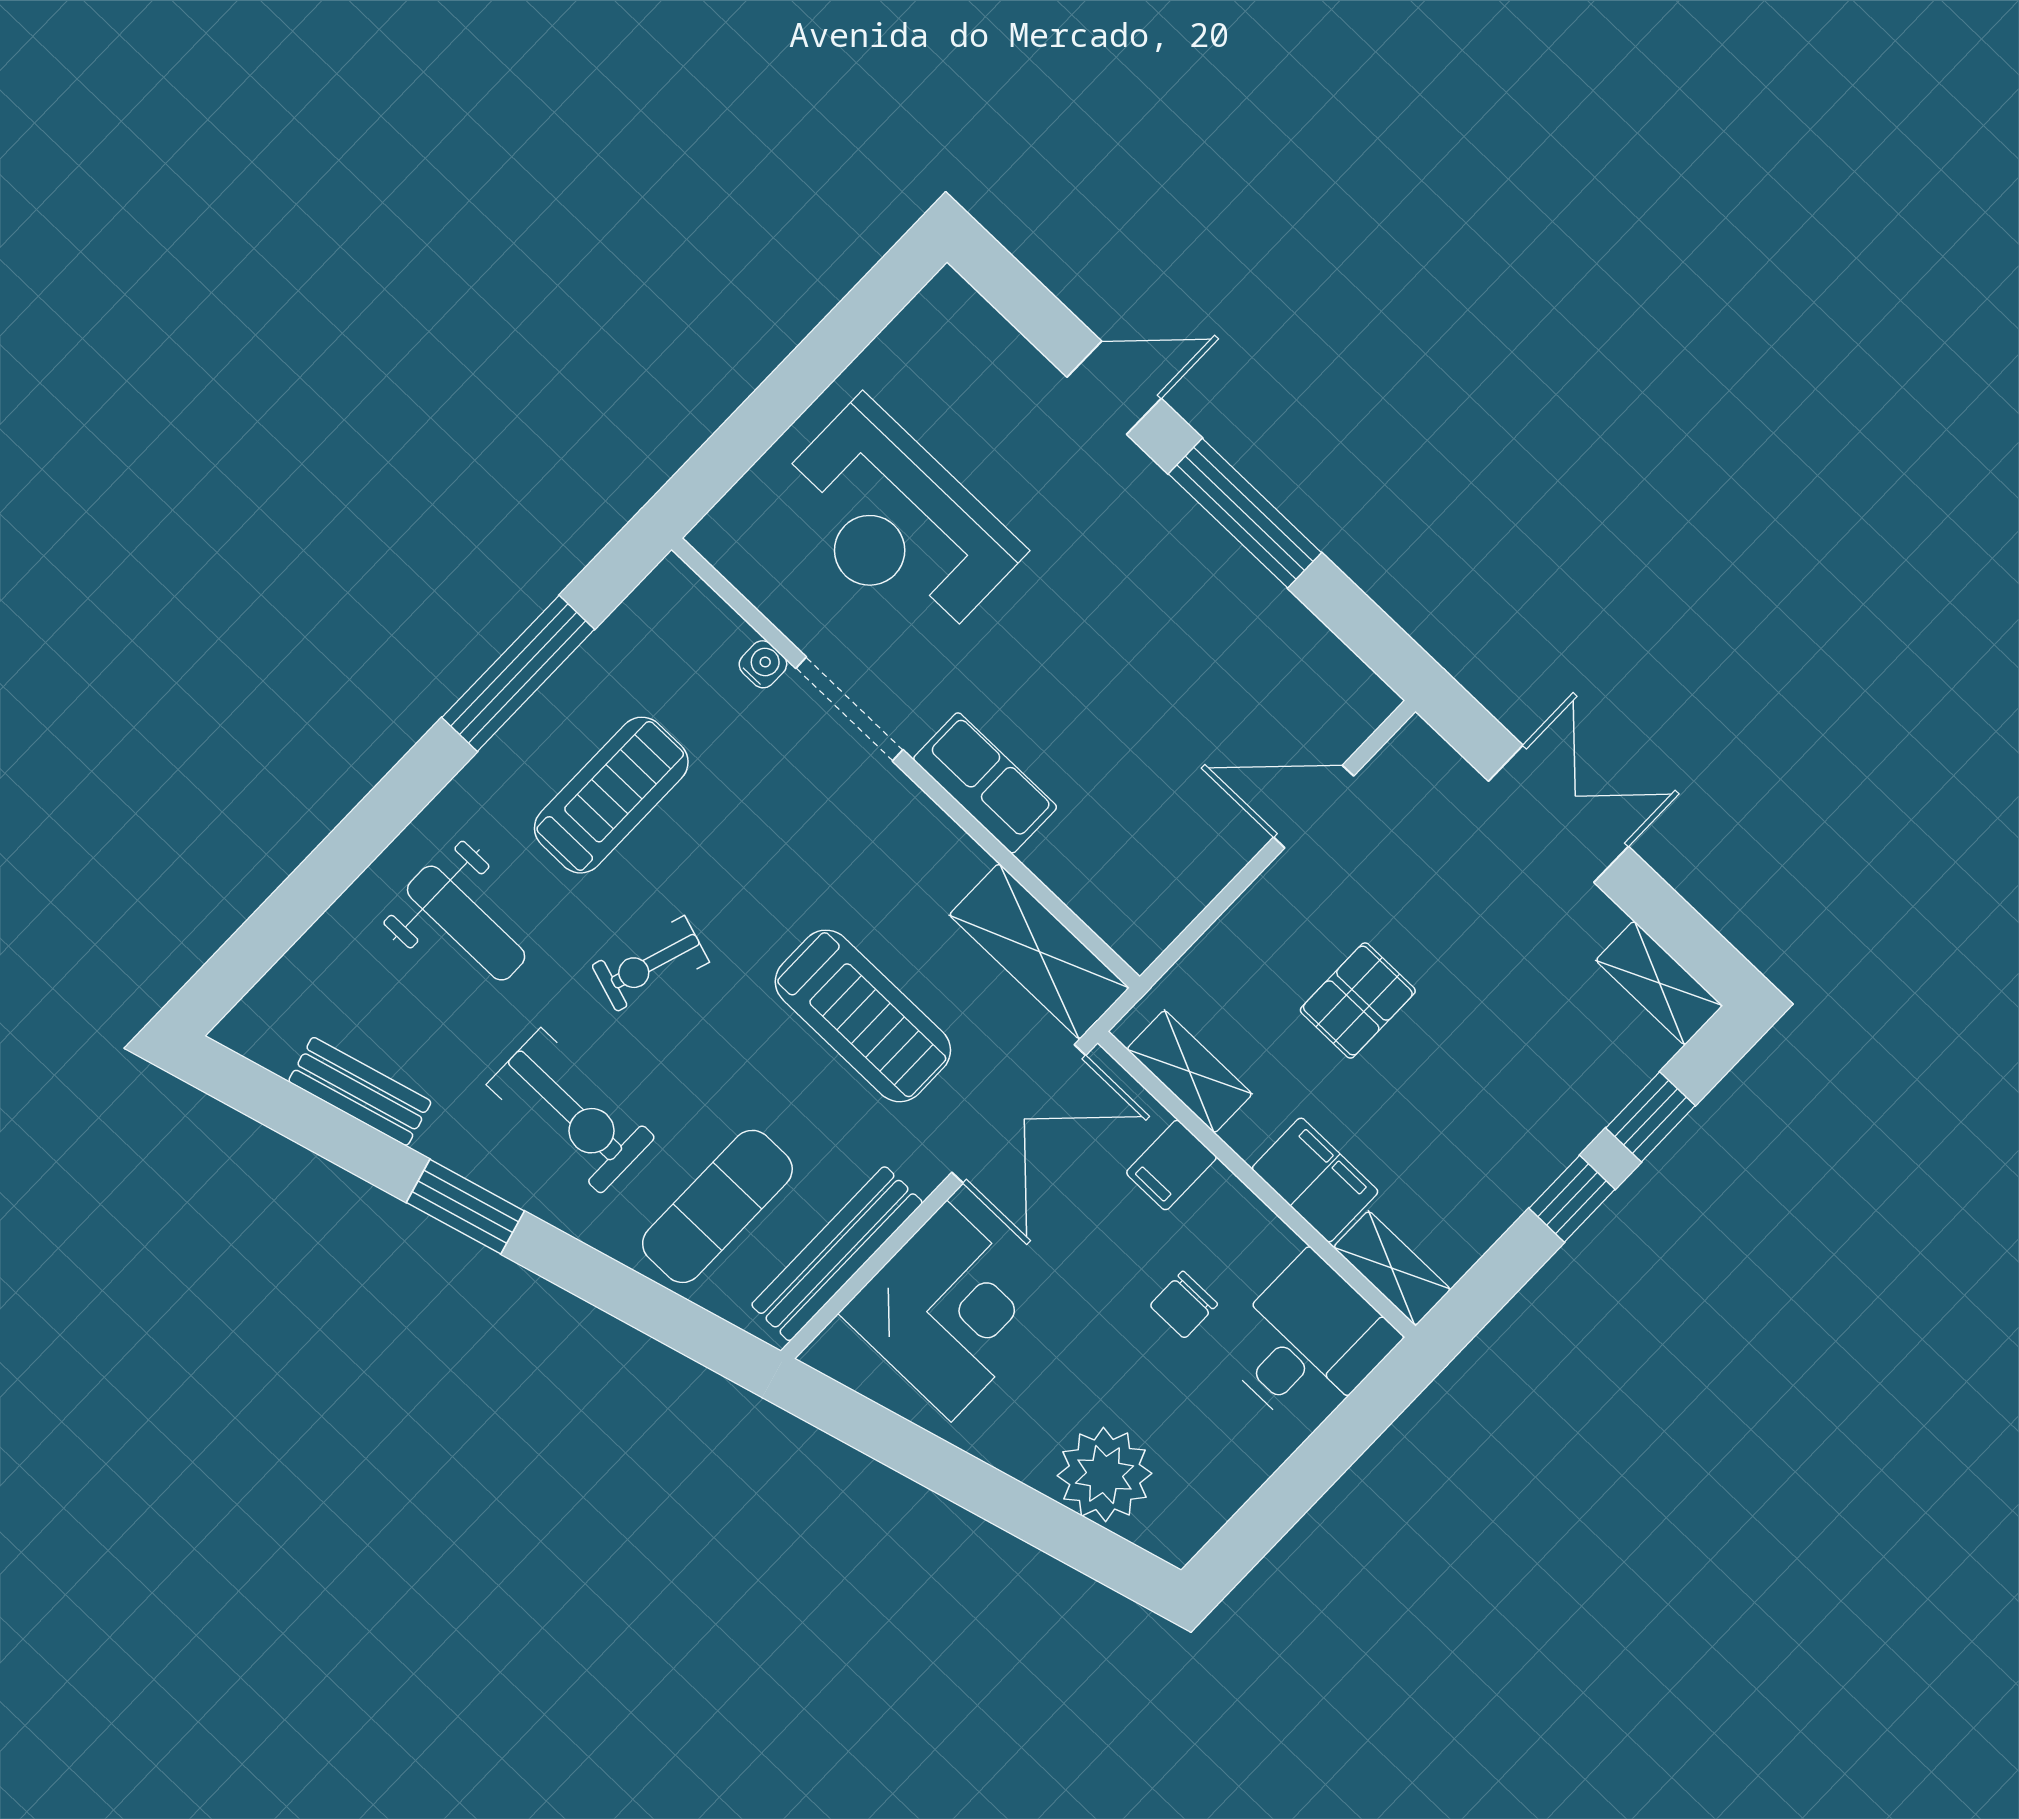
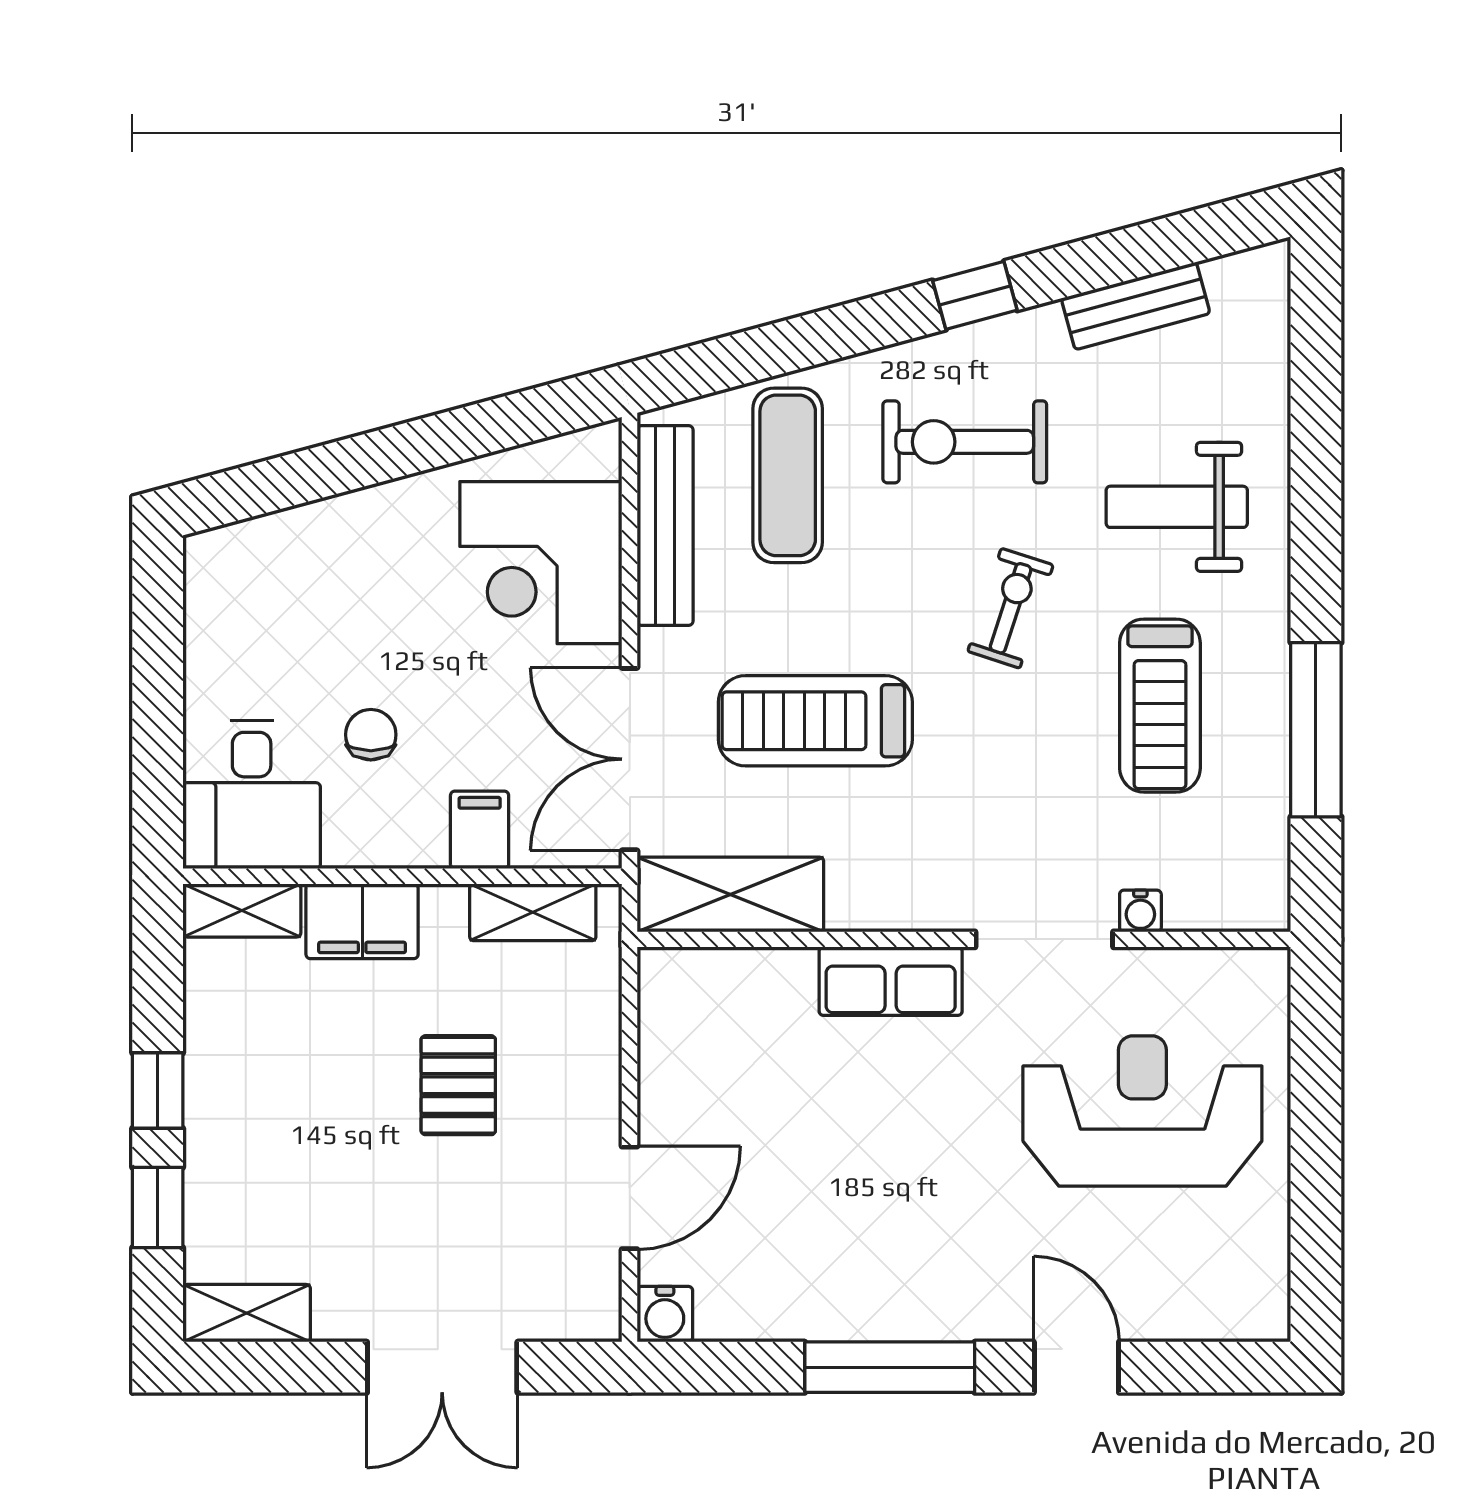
door: (1114, 388) -> (1076, 1367), swing flipped
water cooler: (1367, 701) -> (665, 1314), added
window: (465, 1207) -> (975, 295), width x0.67
plant: (1105, 1474) -> (309, 552), removed

